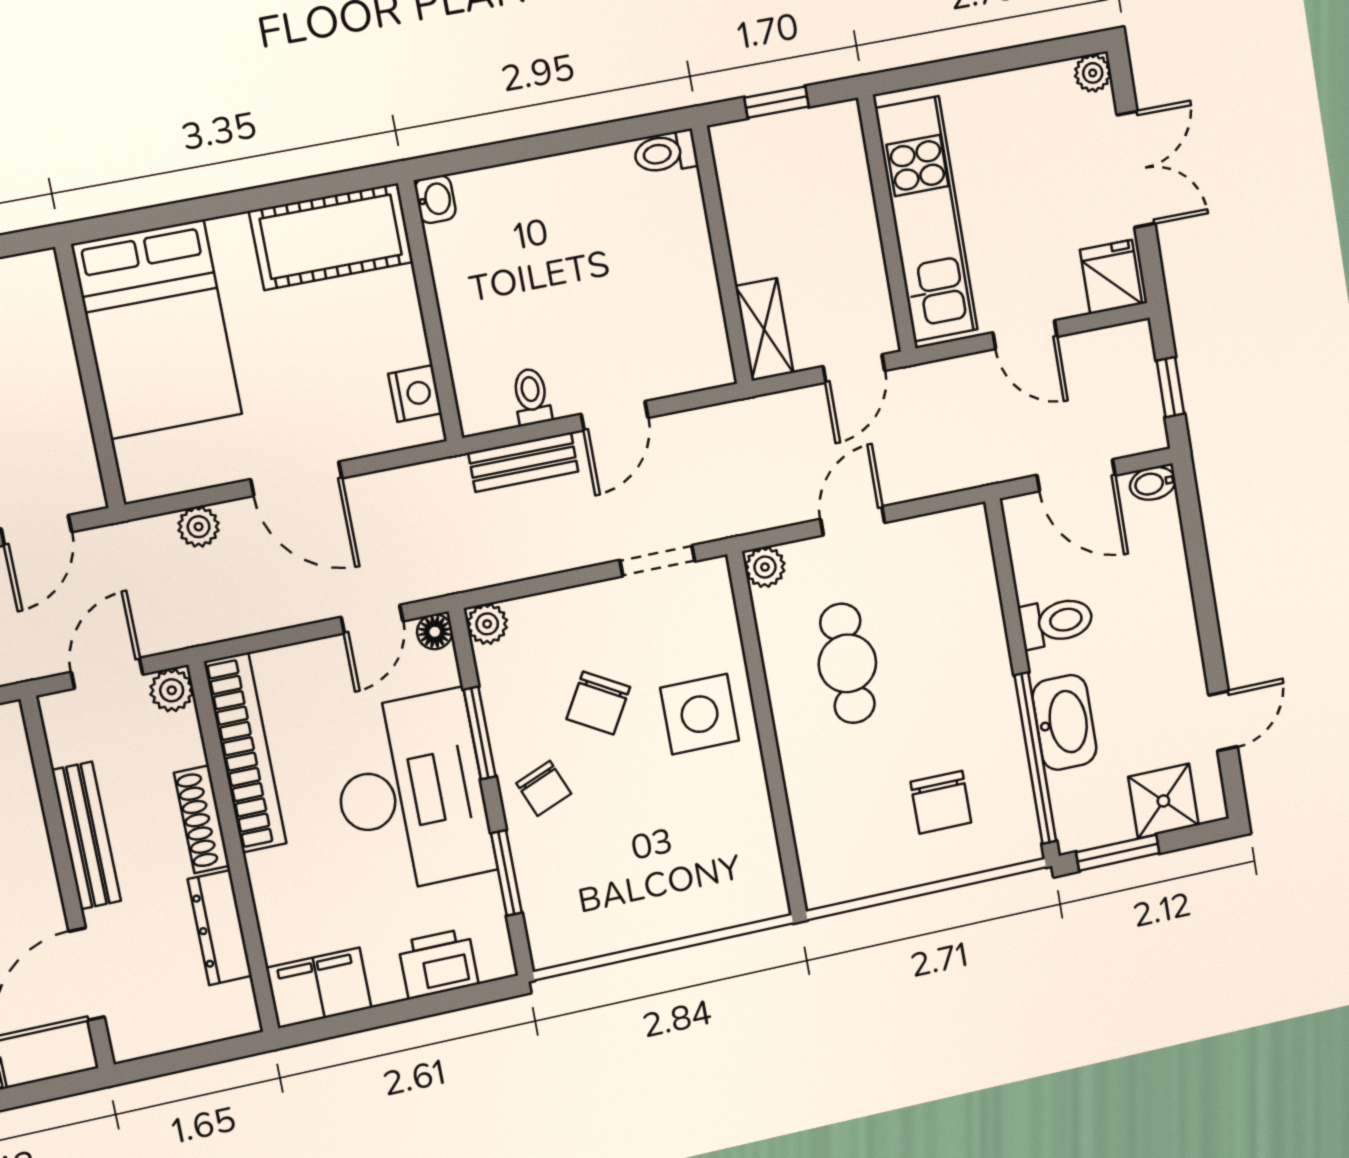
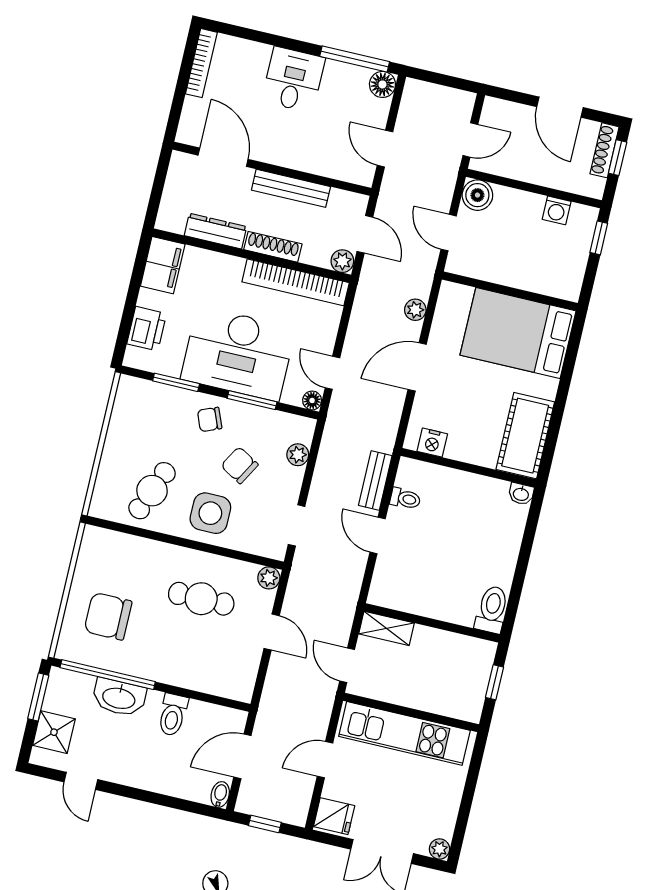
toilet: (666, 153) -> (492, 610), width x1.37, depth x1.39
plant: (487, 624) -> (298, 455), moved
chair: (941, 802) -> (108, 616), width x1.37, depth x1.37
cafe table: (704, 828) -> (152, 491), added

